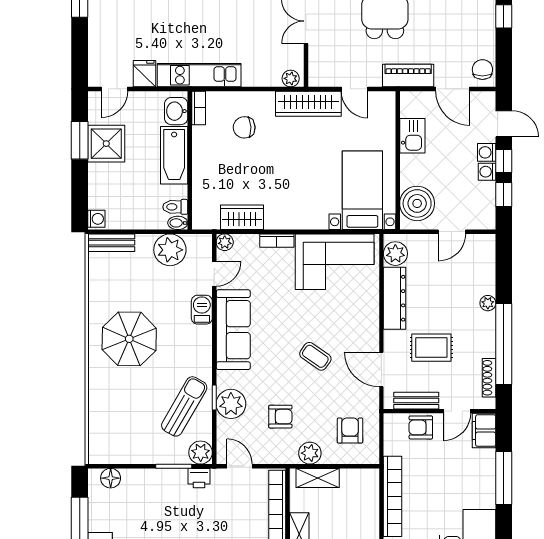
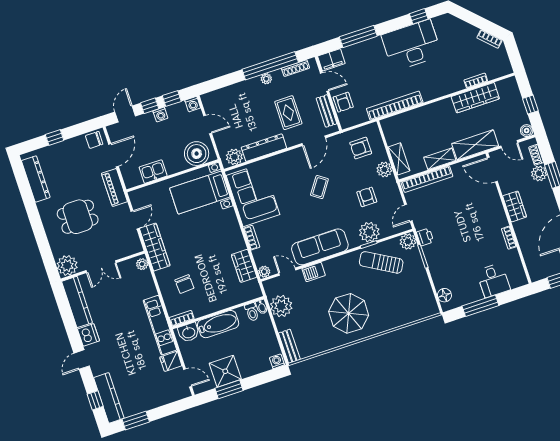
washing machine: (487, 152) -> (193, 104), moved
plant: (488, 303) -> (266, 79), moved

